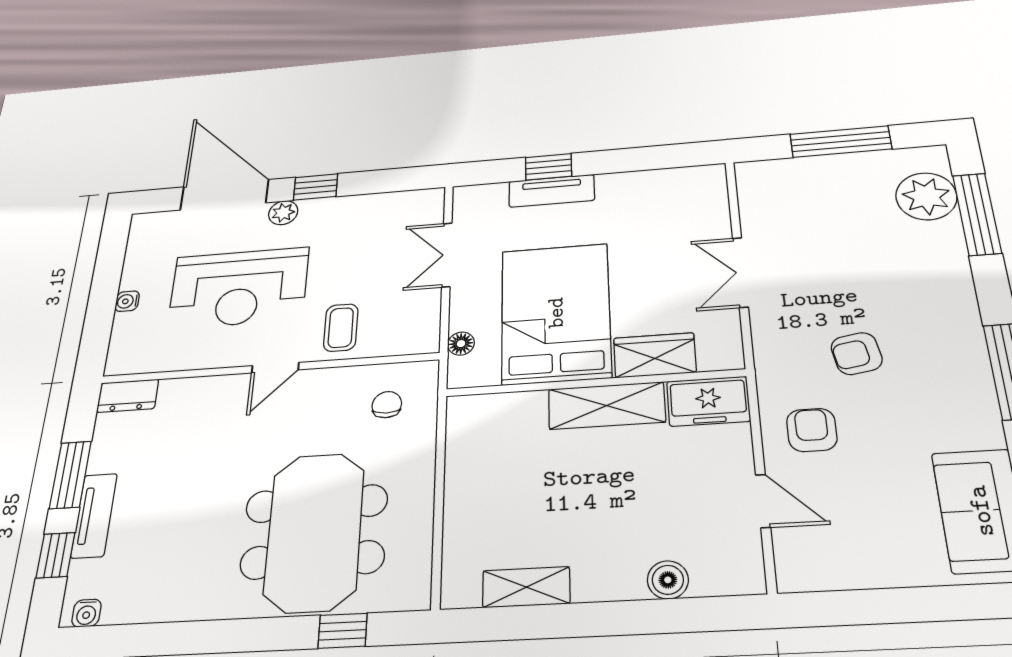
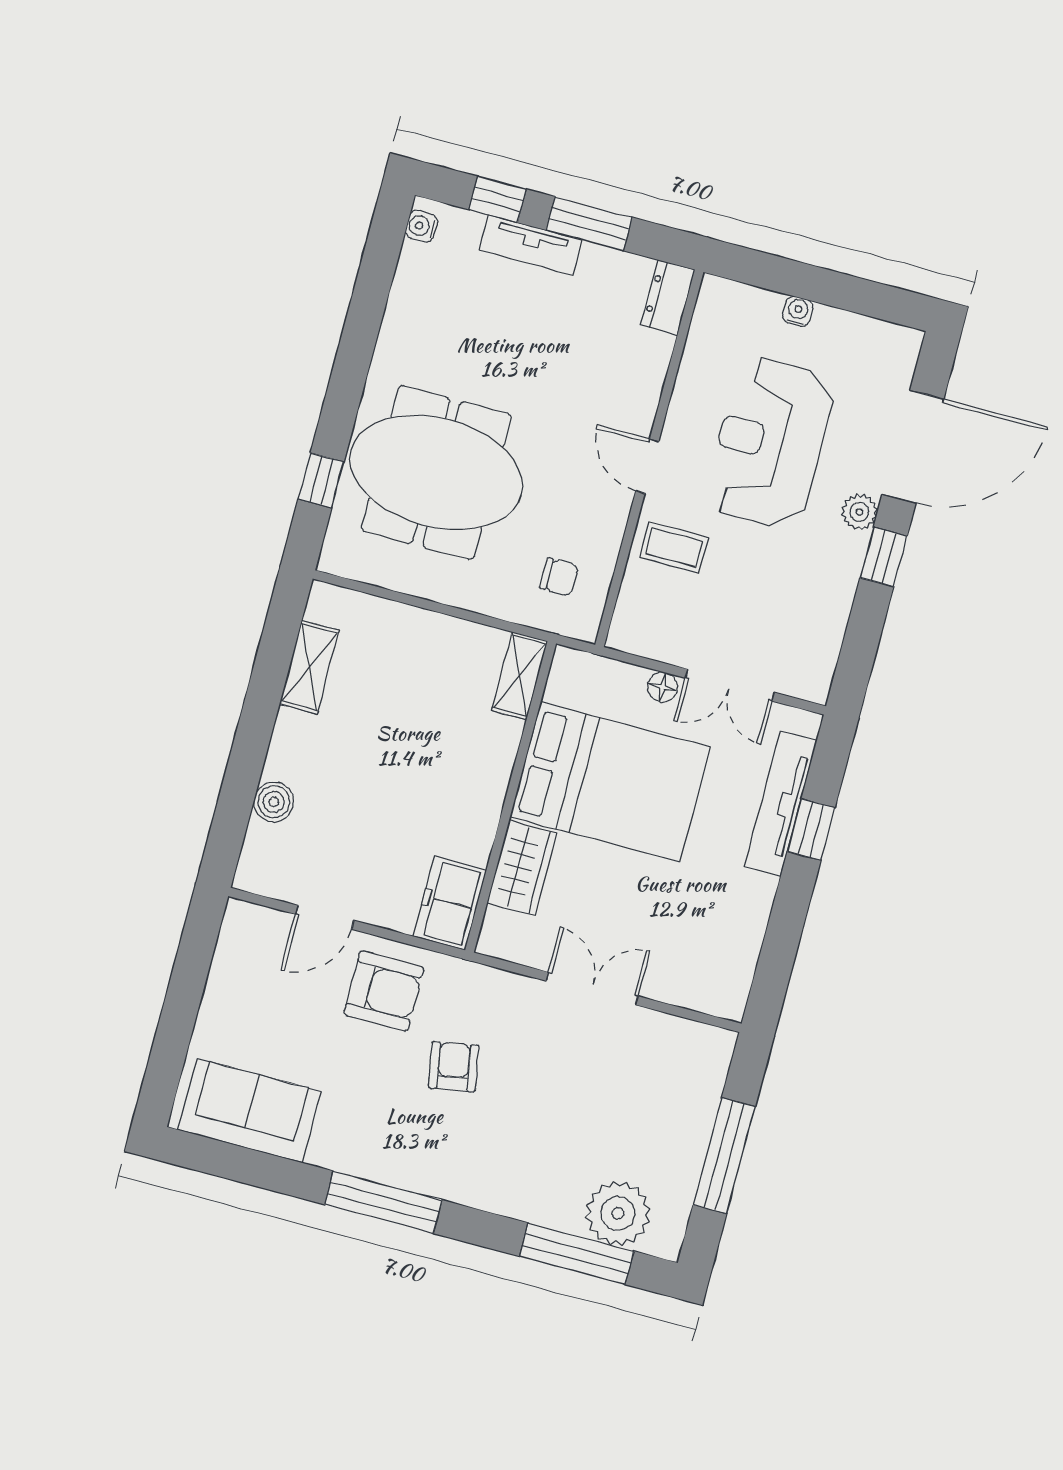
tv unit: (552, 191) -> (781, 804), width x1.41
double door: (447, 255) -> (730, 685), swing flipped
floor lamp: (461, 344) -> (662, 687), moved
shelving: (607, 406) -> (520, 676), moved, width x0.67, depth x0.75
armchair: (812, 430) -> (384, 991), width x1.38, depth x1.38

